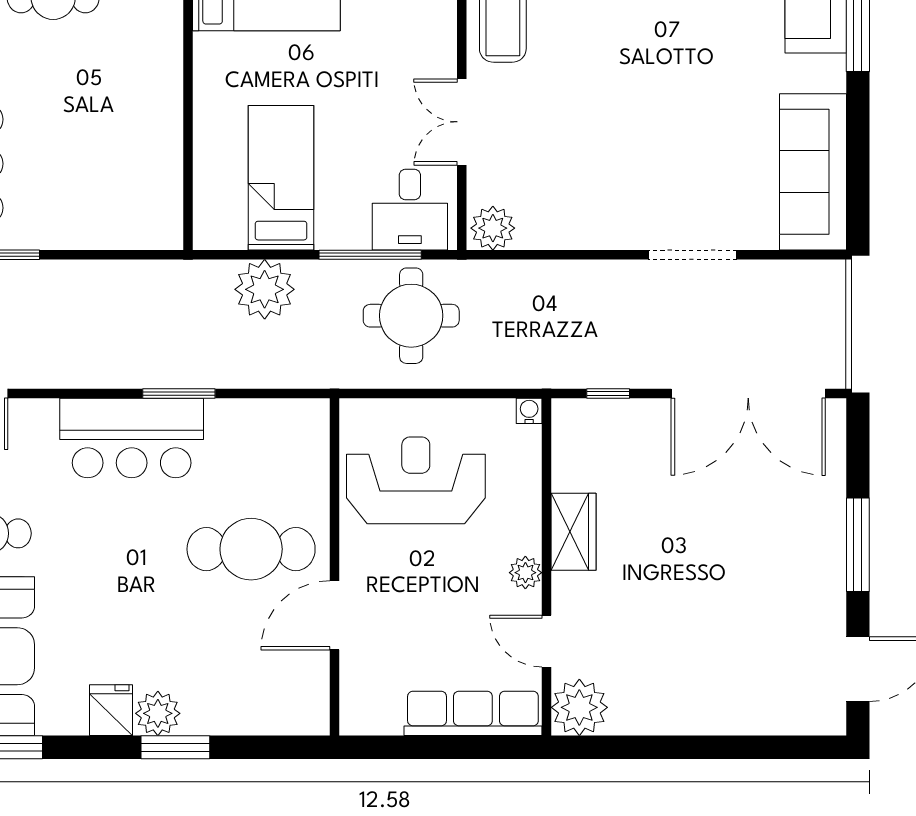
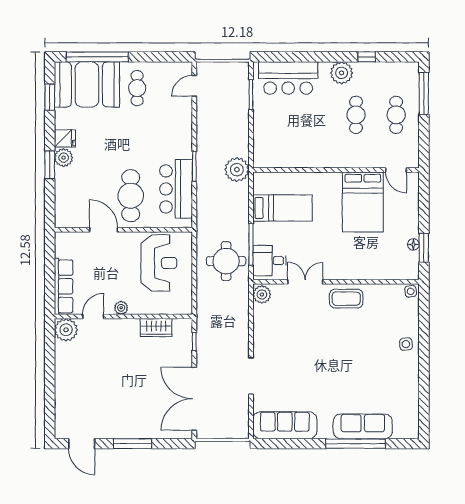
plant: (265, 289) -> (237, 170), moved
water cooler: (529, 411) -> (187, 309), removed
bar counter: (132, 438) -> (176, 189), moved
wardrobe: (573, 532) -> (156, 327), moved

